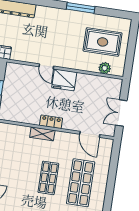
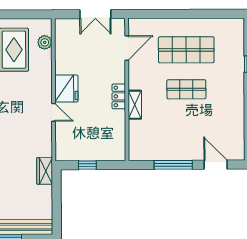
door: (46, 66) -> (54, 112), hinge flipped

